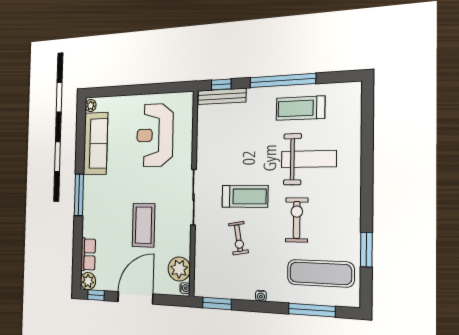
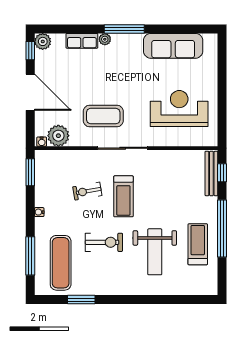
plant: (91, 106) -> (105, 39), moved
coffee table: (144, 225) -> (103, 116), moved
row of seats: (88, 254) -> (82, 41), moved

